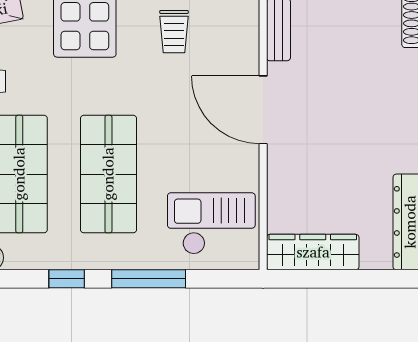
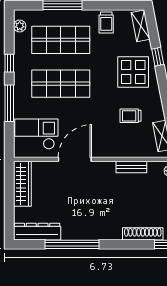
door: (263, 110) -> (75, 159), moved
checkout: (211, 223) -> (36, 134), turned -90

